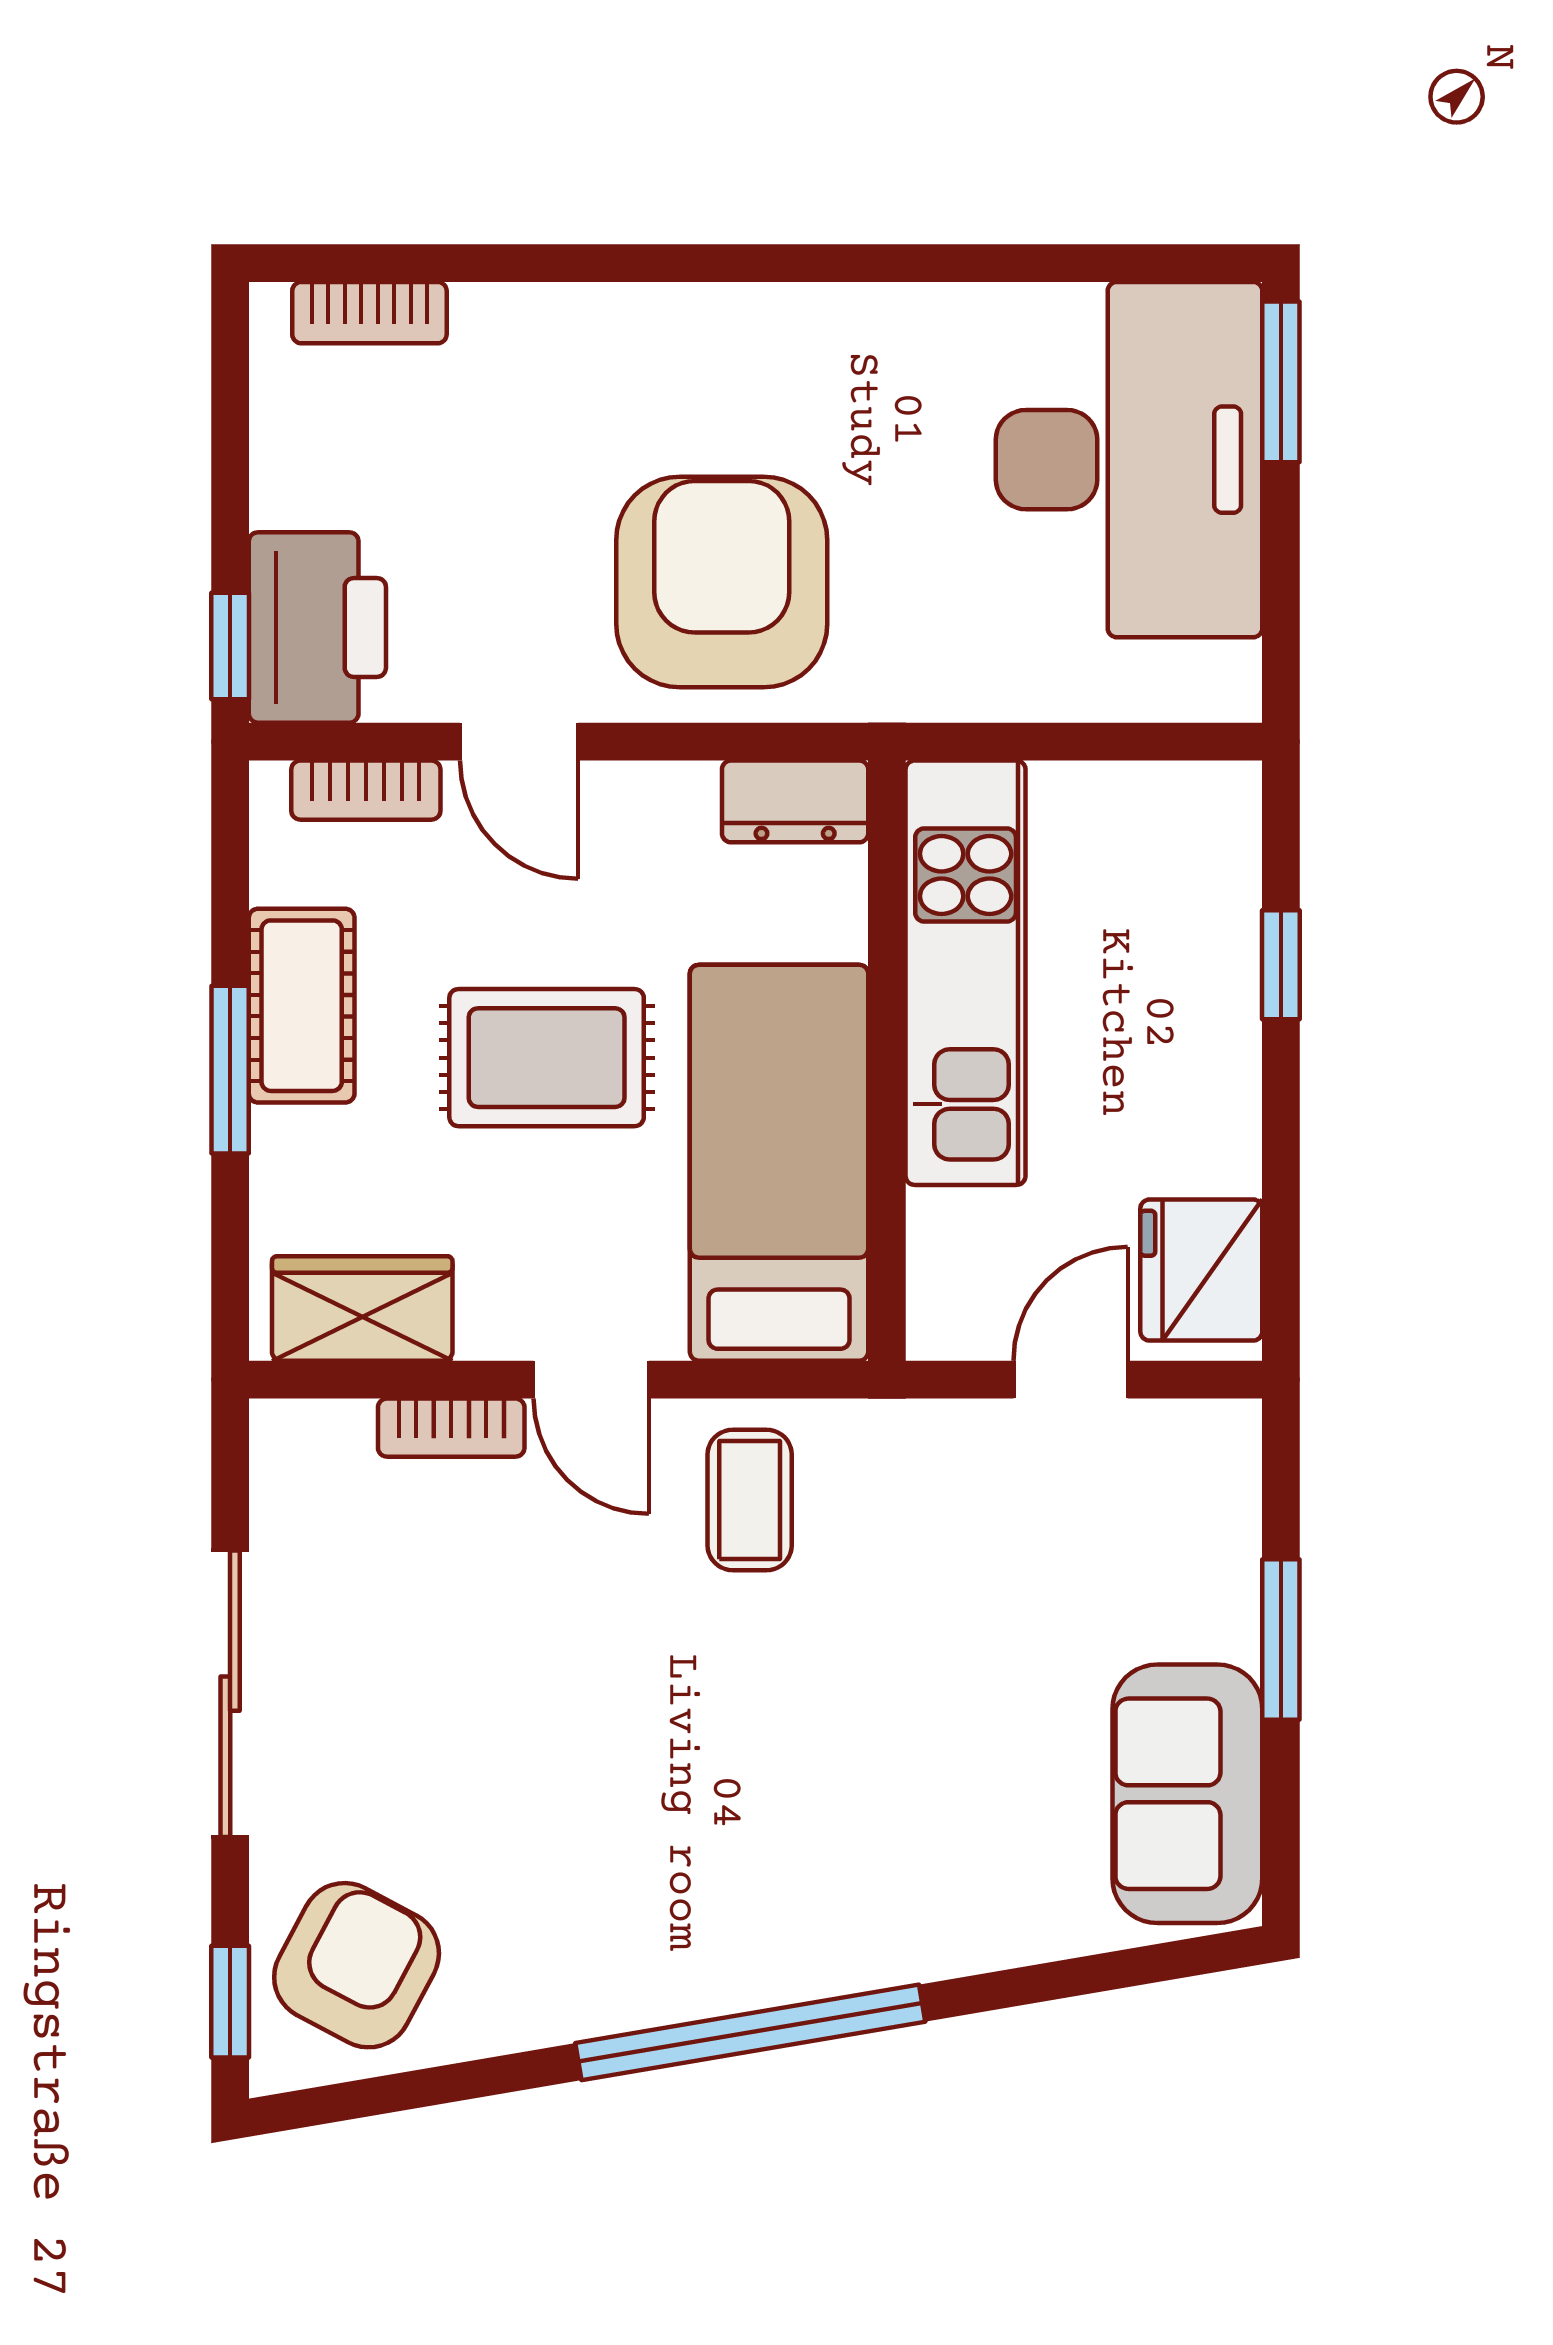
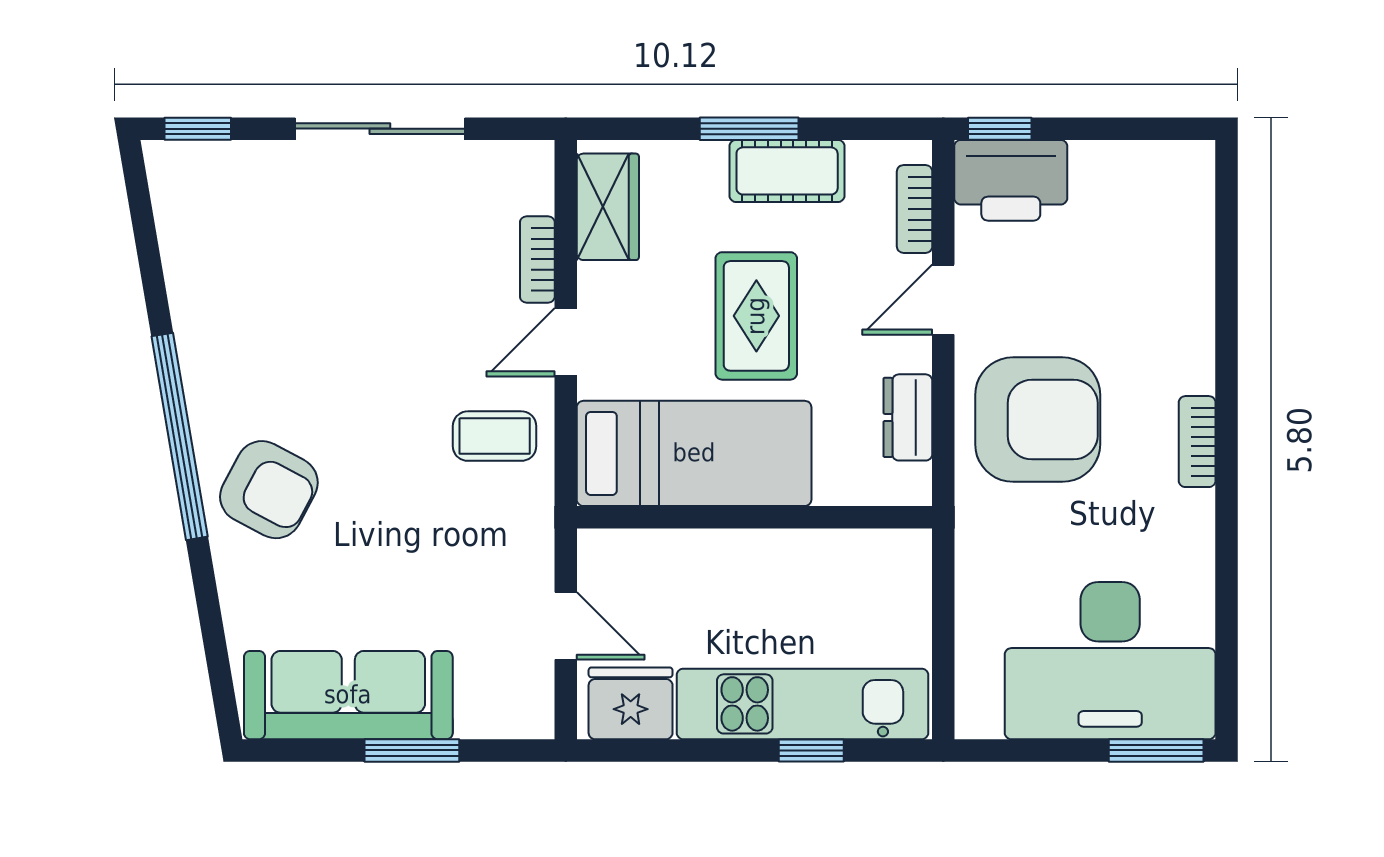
bookcase: (369, 313) -> (1197, 442), moved
dresser: (795, 801) -> (908, 417), moved
kitchen unit: (966, 973) -> (802, 704), moved, turned 180
sofa: (1187, 1794) -> (348, 695), width x1.36
armchair: (357, 1965) -> (269, 490), moved

